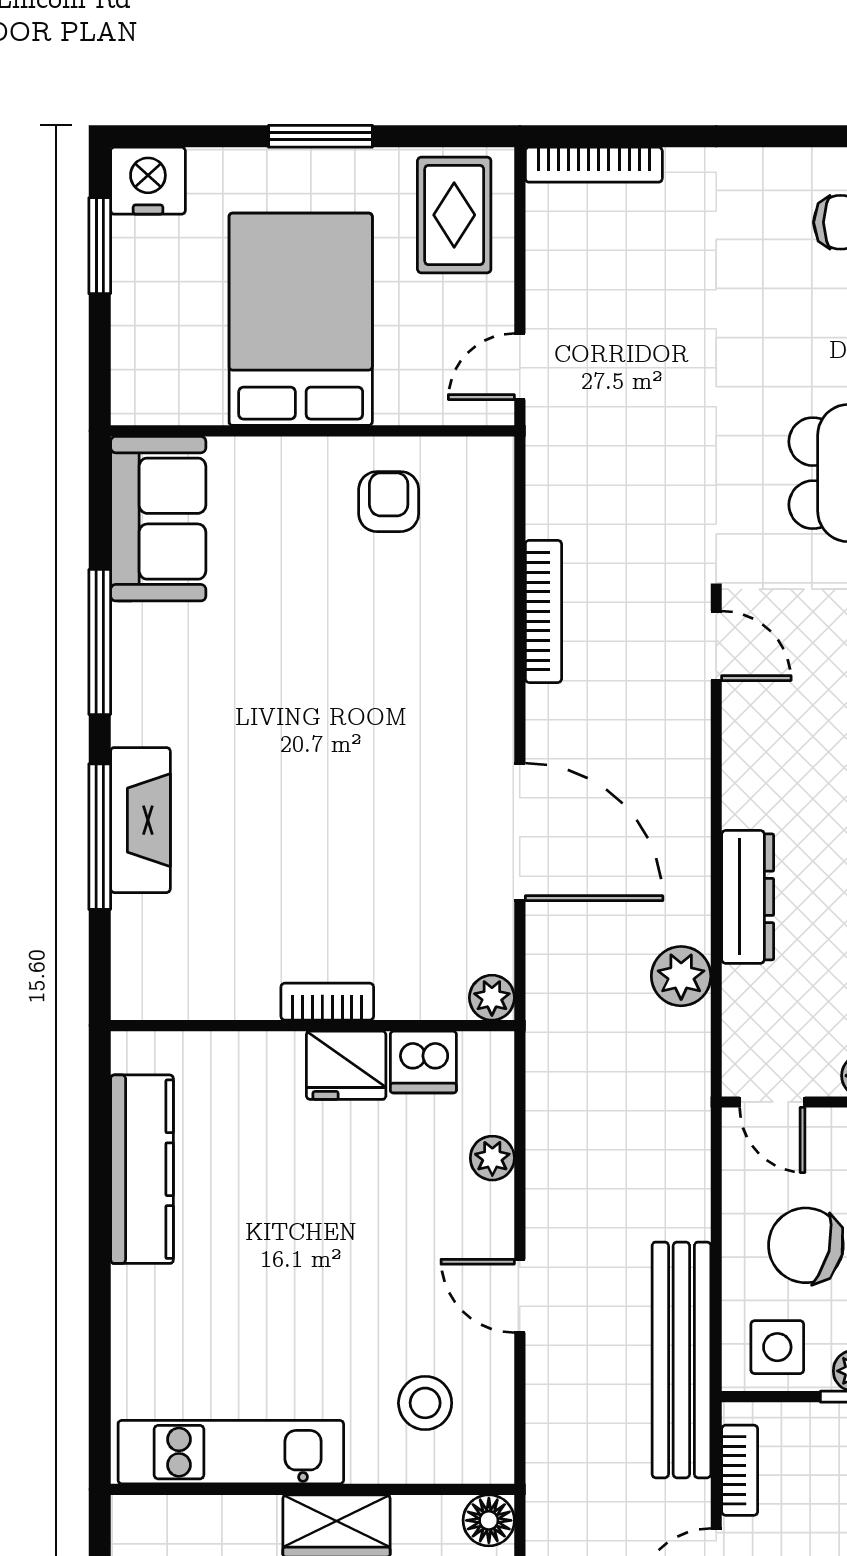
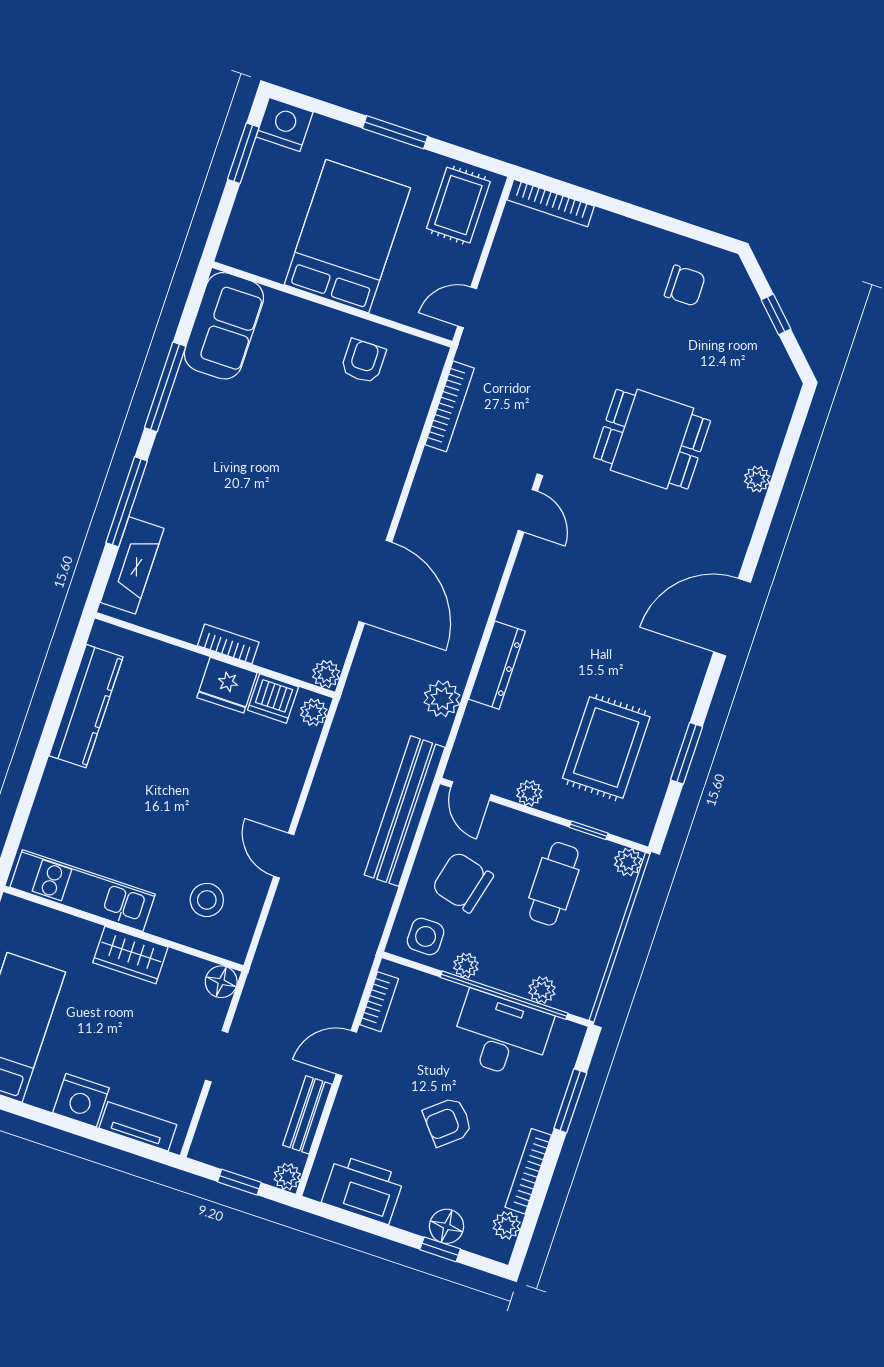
bookcase: (543, 611) -> (450, 406), moved
fireplace: (140, 820) -> (132, 565), moved
plant: (492, 1158) -> (314, 712), moved
bench: (681, 1360) -> (405, 811), moved

